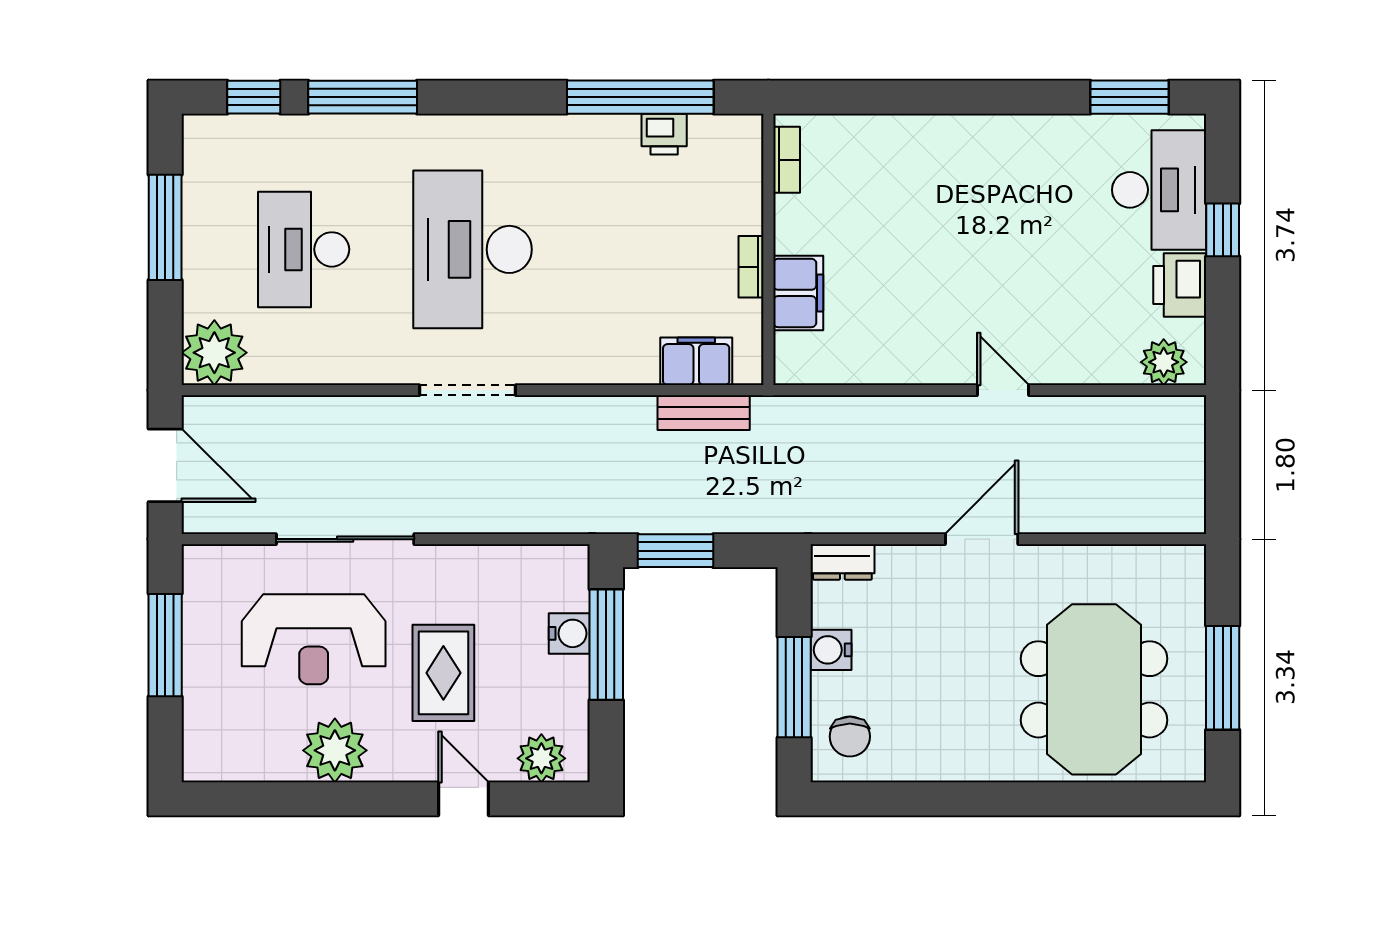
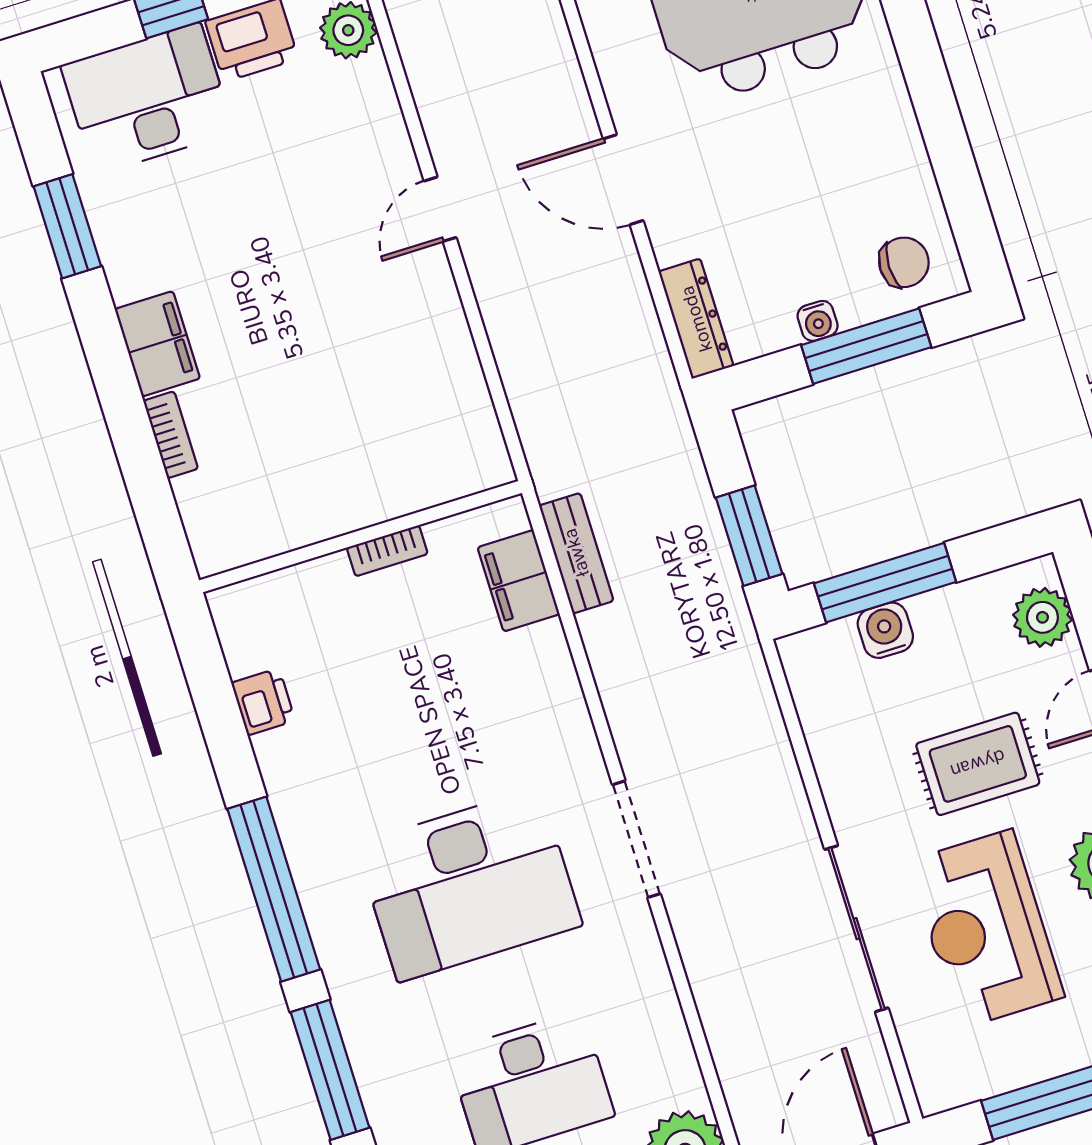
window: (640, 97) -> (274, 889), moved
window: (1129, 97) -> (67, 226), moved
bookcase: (787, 160) -> (171, 435), moved, turned 90
filing cabinet: (798, 293) -> (157, 344), moved, turned 90
dresser: (842, 562) -> (696, 319), width x1.44
reception desk: (314, 639) -> (986, 929), turned 180
water cooler: (831, 650) -> (818, 321), width x0.72, depth x0.72

